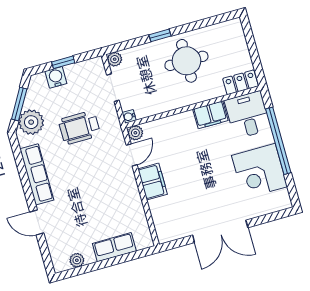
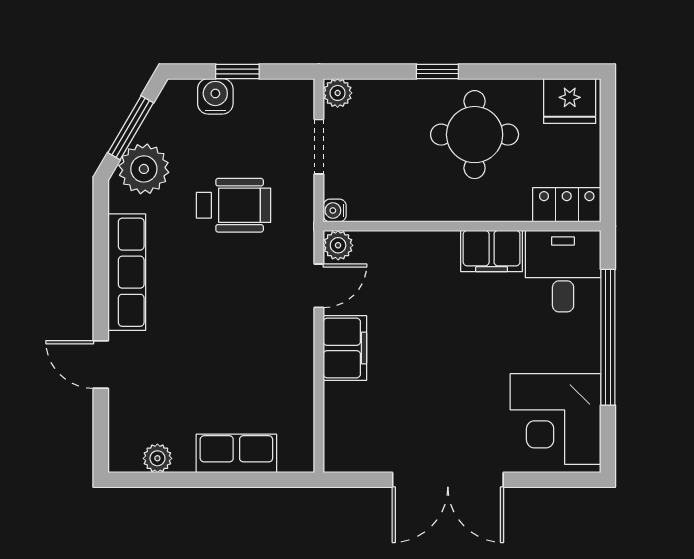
fridge: (228, 32) -> (570, 101), added
wheelchair: (79, 128) -> (234, 205), turned 180
corner desk: (259, 171) -> (555, 419), moved

